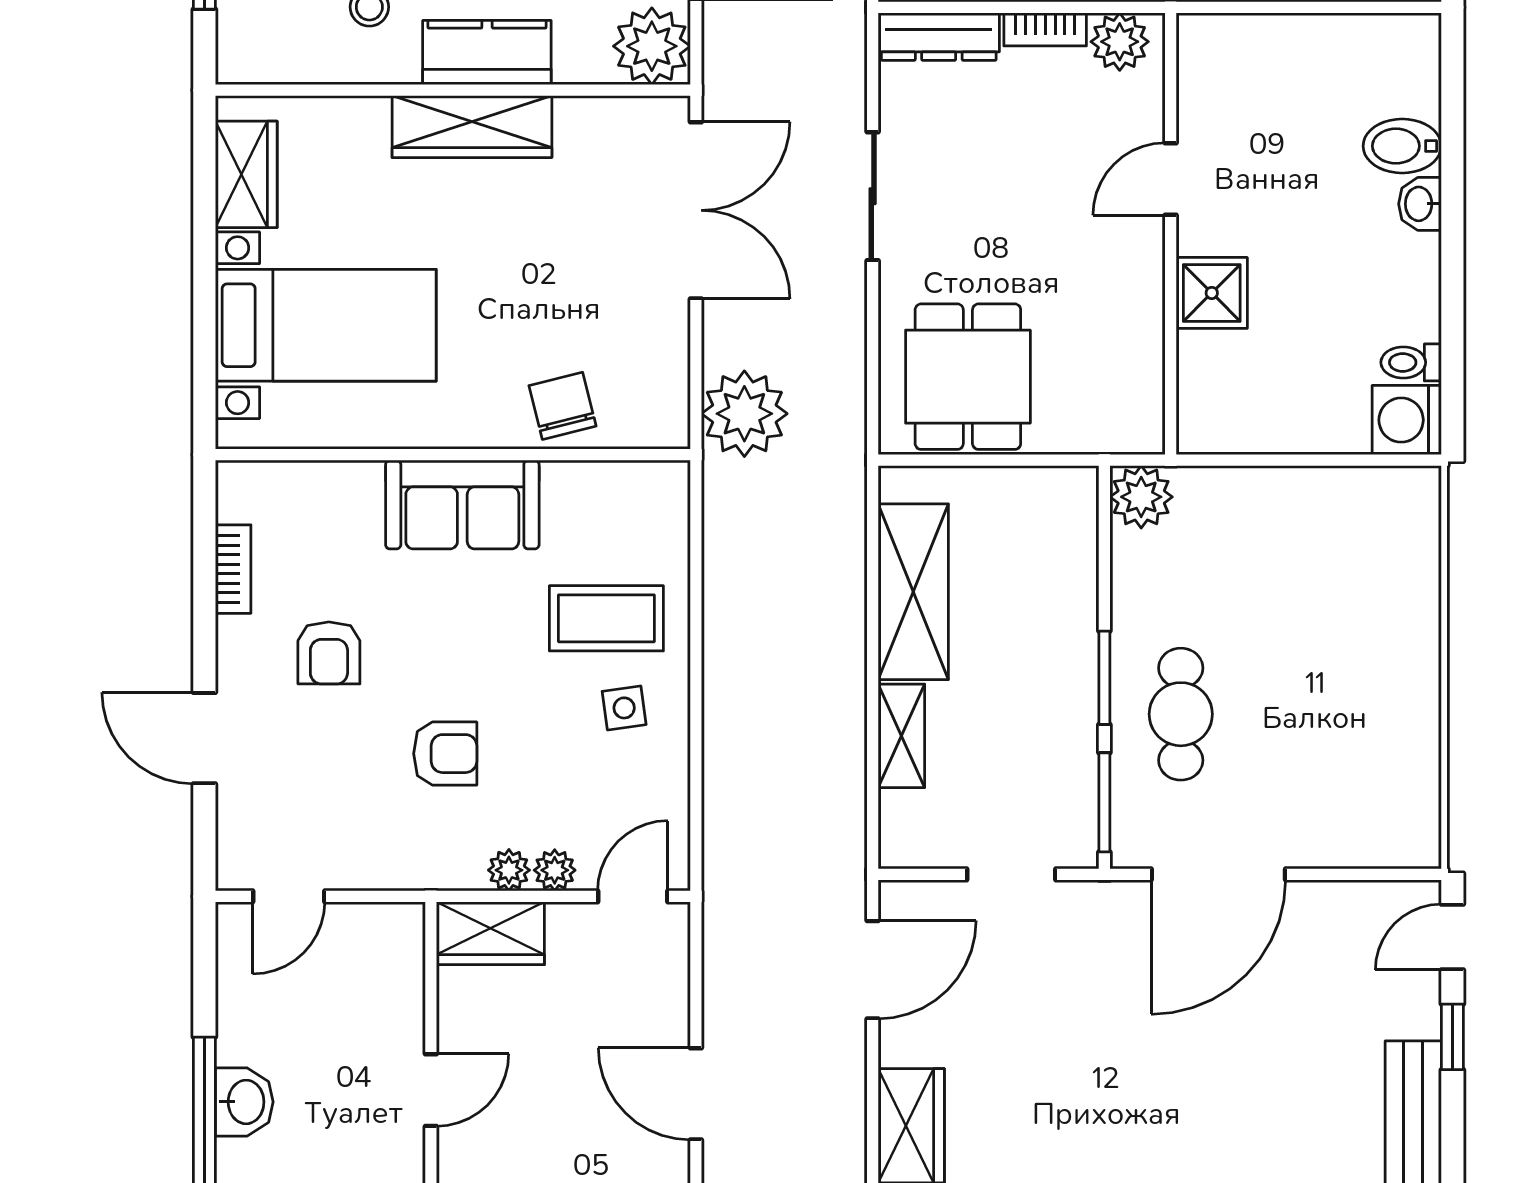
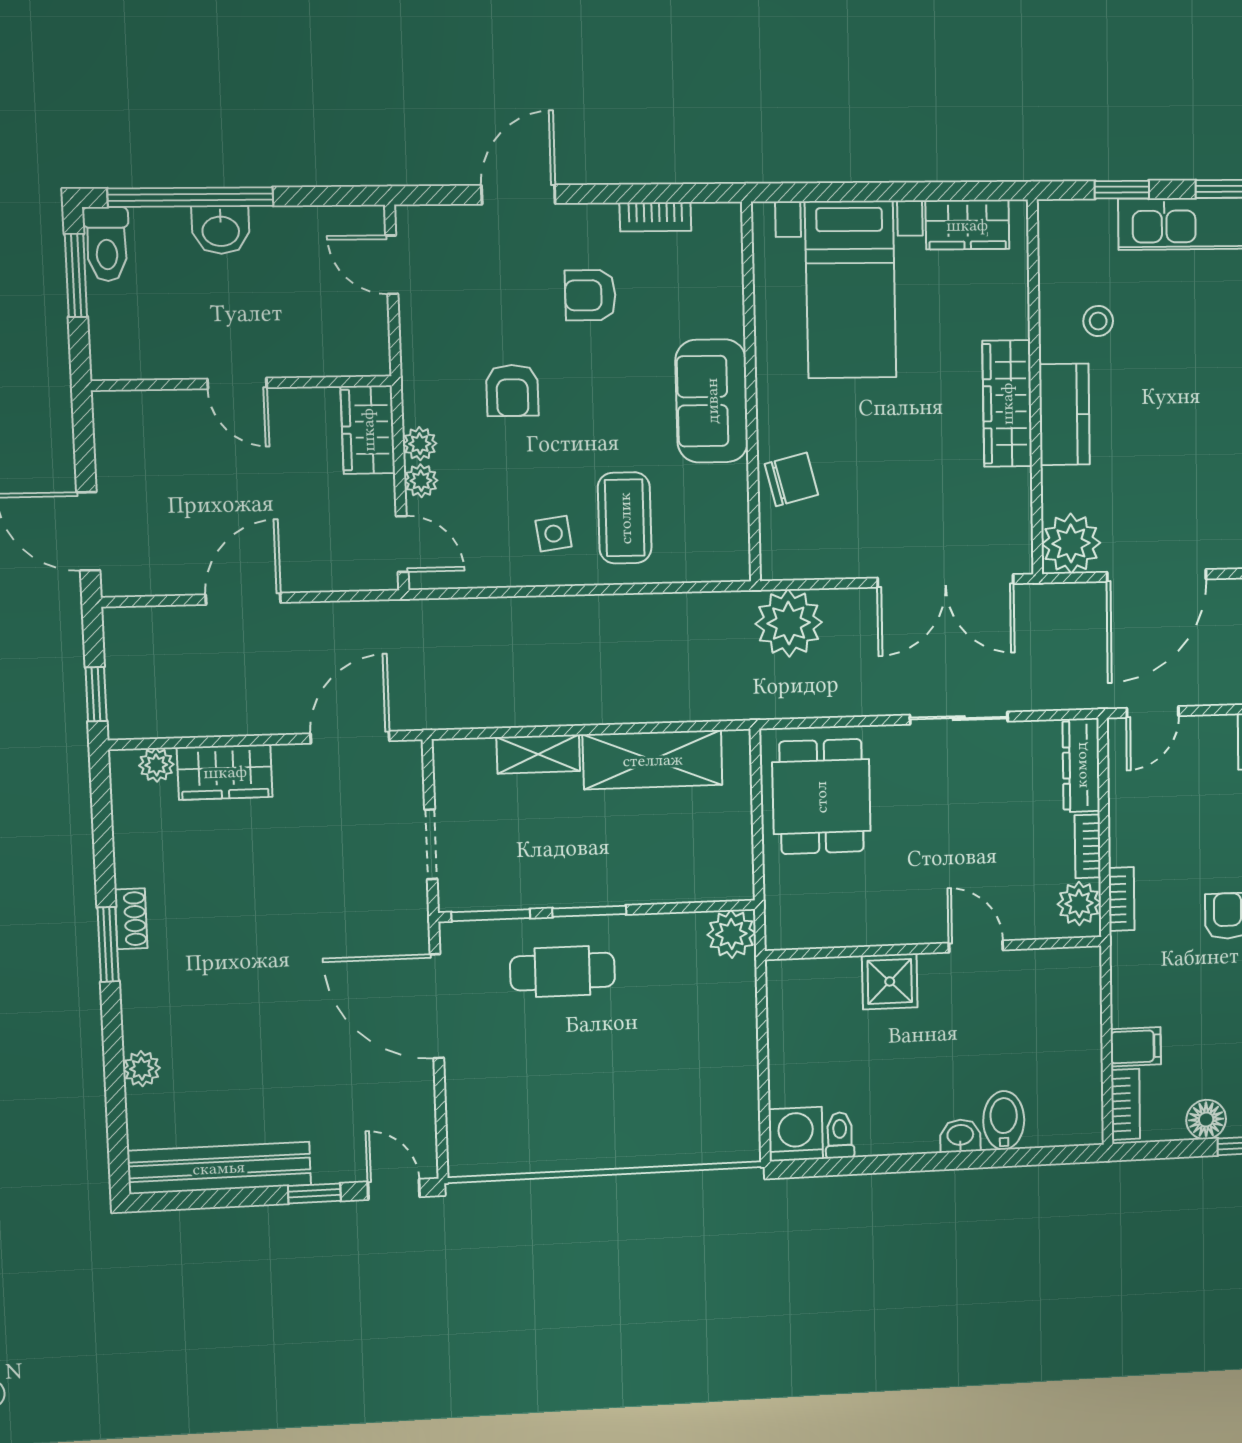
dining table: (968, 377) -> (821, 797), turned 90
door: (873, 970) -> (350, 737), swing flipped

